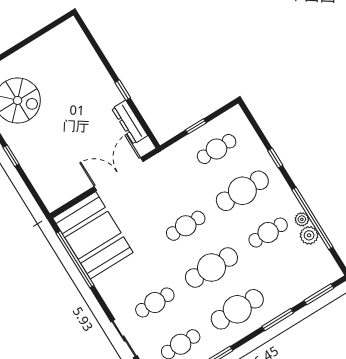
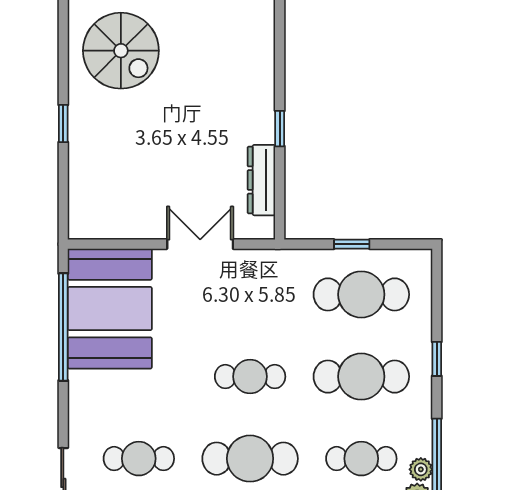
cafe table: (217, 149) -> (361, 294), width x1.37, depth x1.35
double door: (119, 174) -> (200, 244), width x0.73

